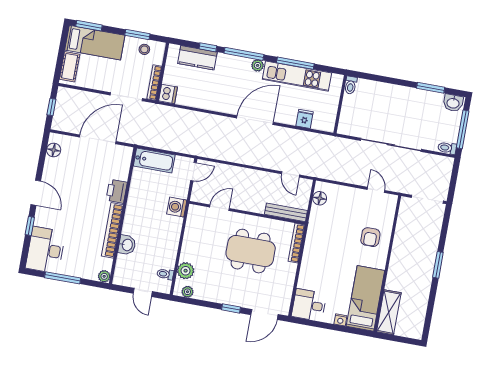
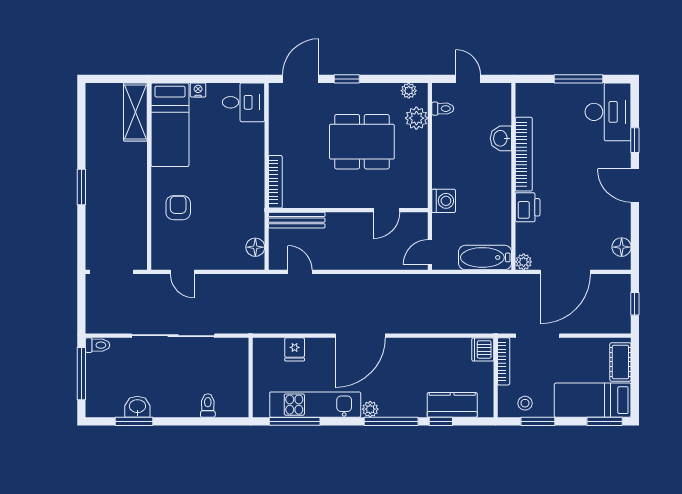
window: (295, 63) -> (295, 421), moved
toilet: (351, 85) -> (208, 405), moved
washbasin: (453, 103) -> (137, 407), moved
dining table: (251, 251) -> (362, 142), moved
plant: (104, 276) -> (524, 262), moved

